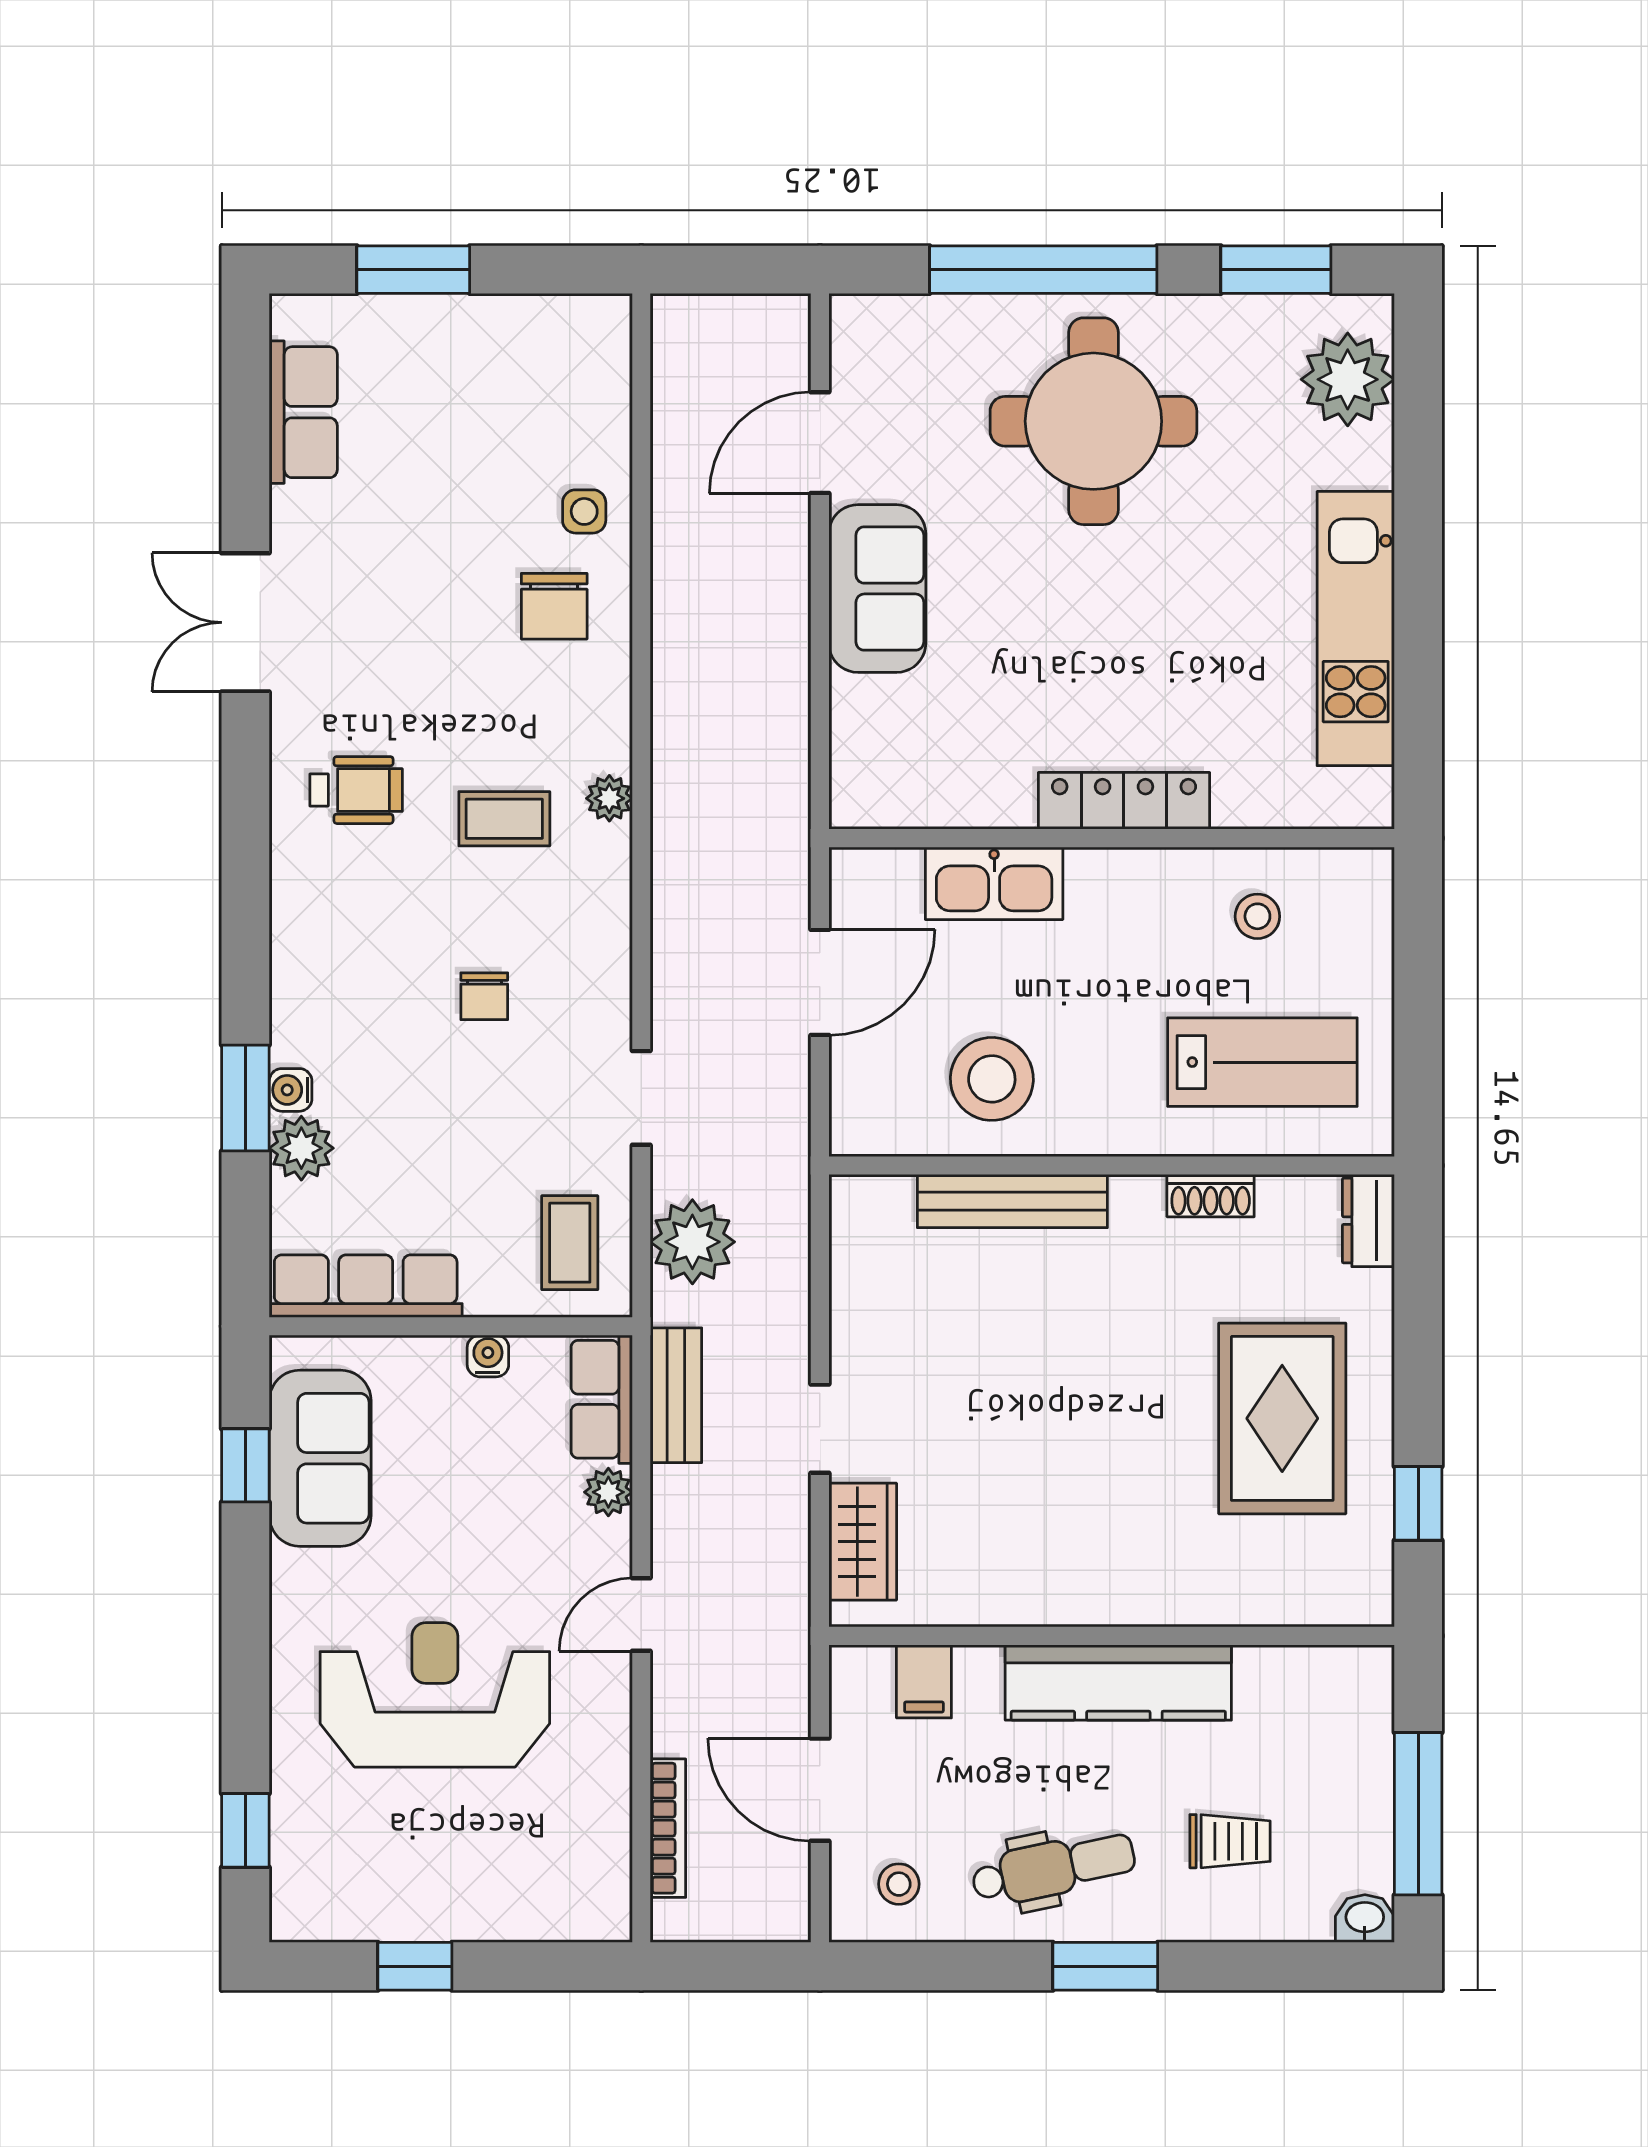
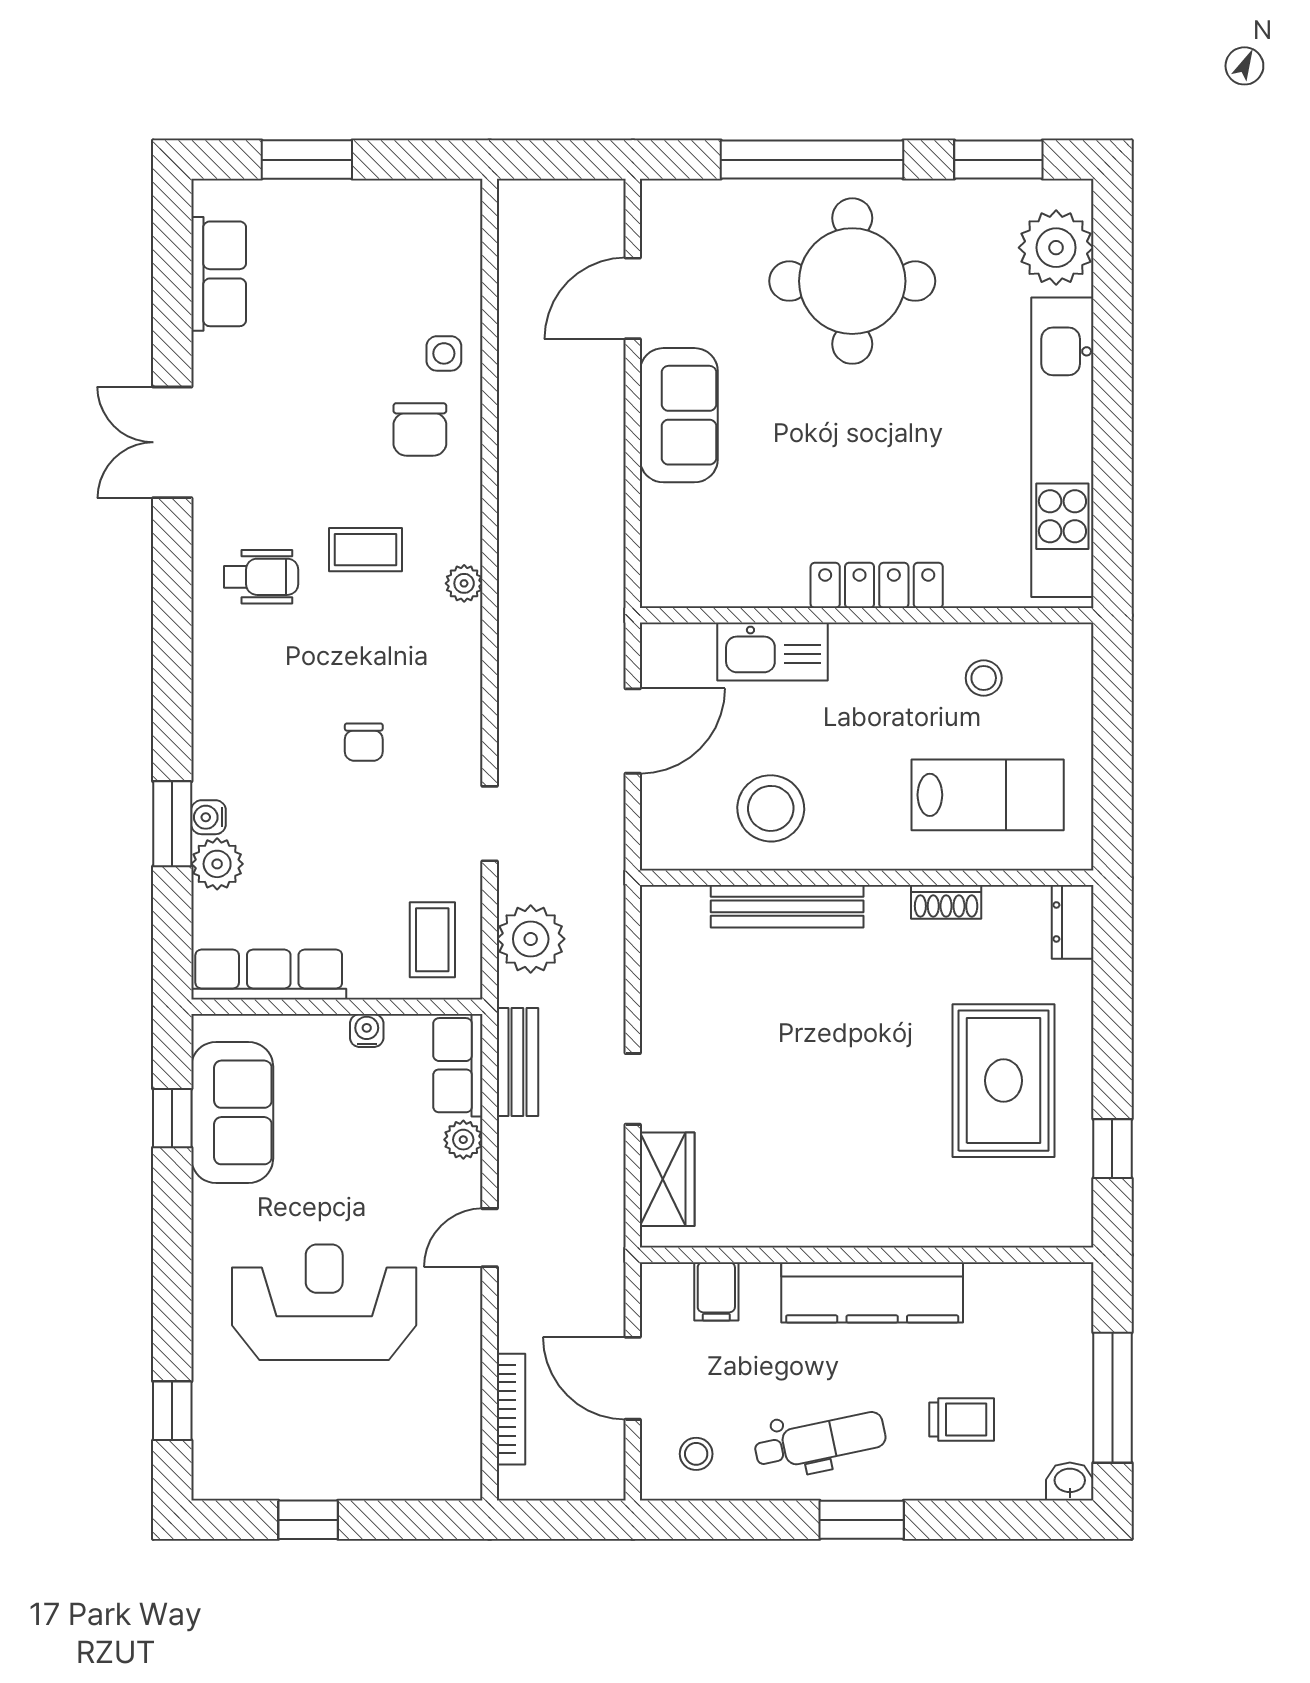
kitchen unit: (1356, 629) -> (1062, 447), width x1.36
coffee table: (504, 819) -> (365, 550), moved

